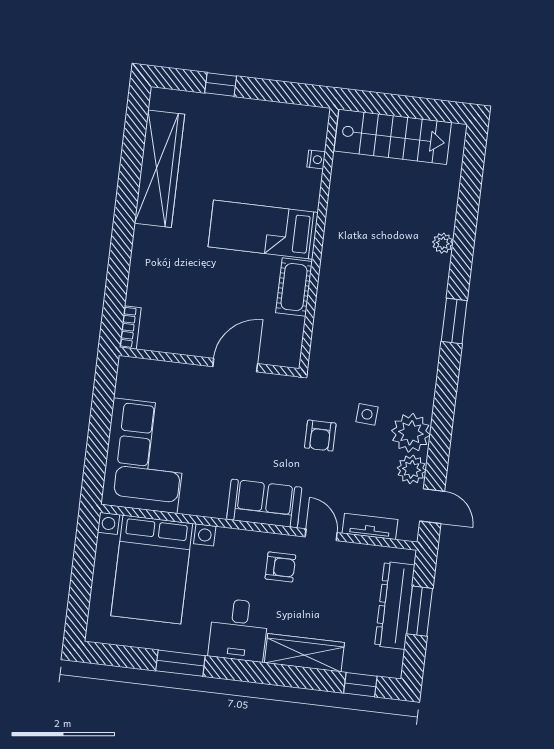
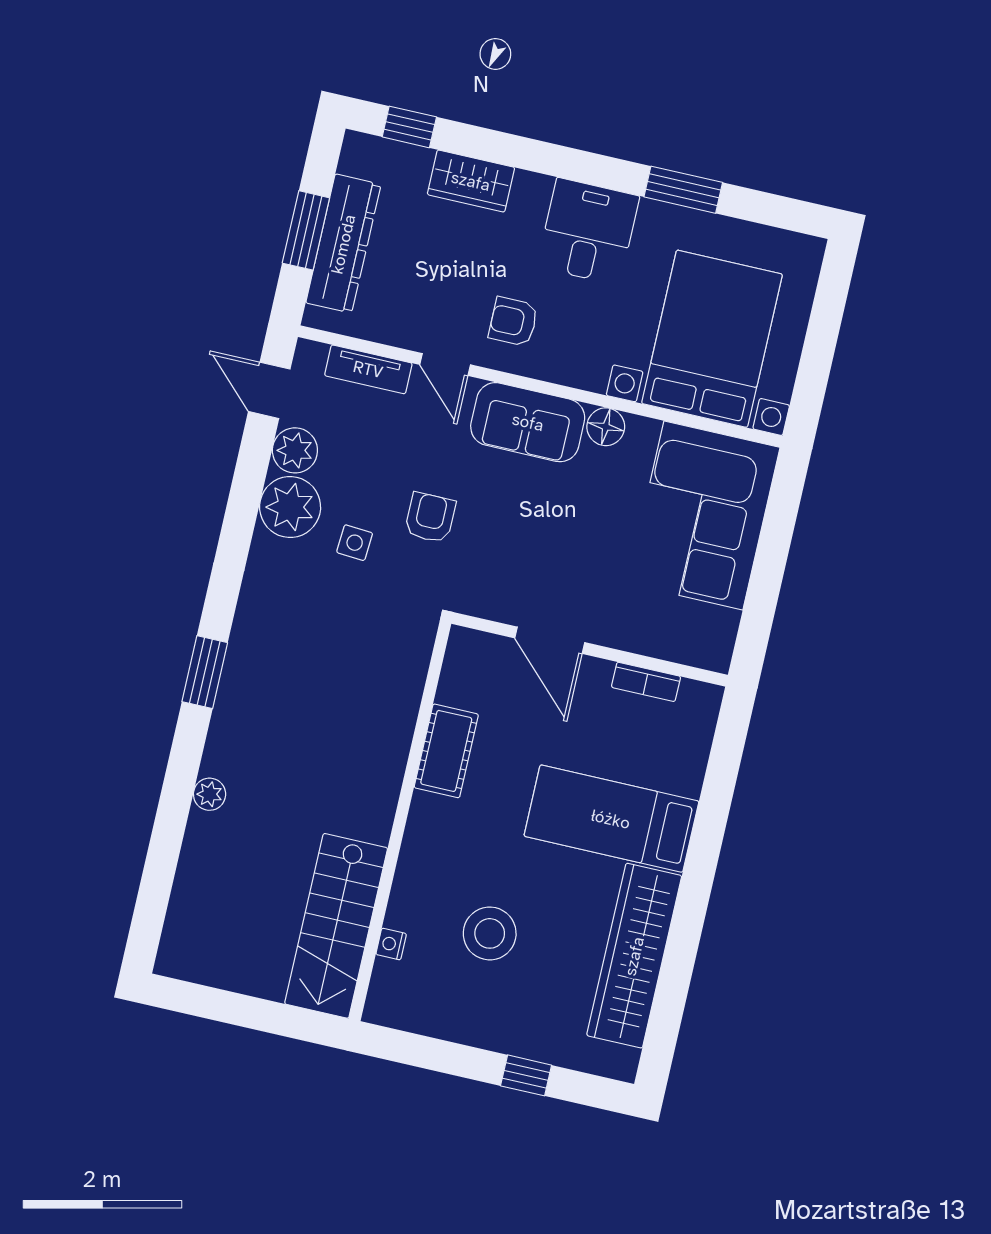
stairs: (393, 137) -> (336, 926), moved, turned -90
stool: (254, 173) -> (490, 933), added
bed: (263, 230) -> (611, 819), moved, turned 180
bookcase: (130, 328) -> (646, 682), moved, turned -90
door: (235, 365) -> (550, 640), hinge flipped
floor lamp: (214, 506) -> (606, 427), added
wardrobe: (304, 653) -> (471, 181), width x0.67

